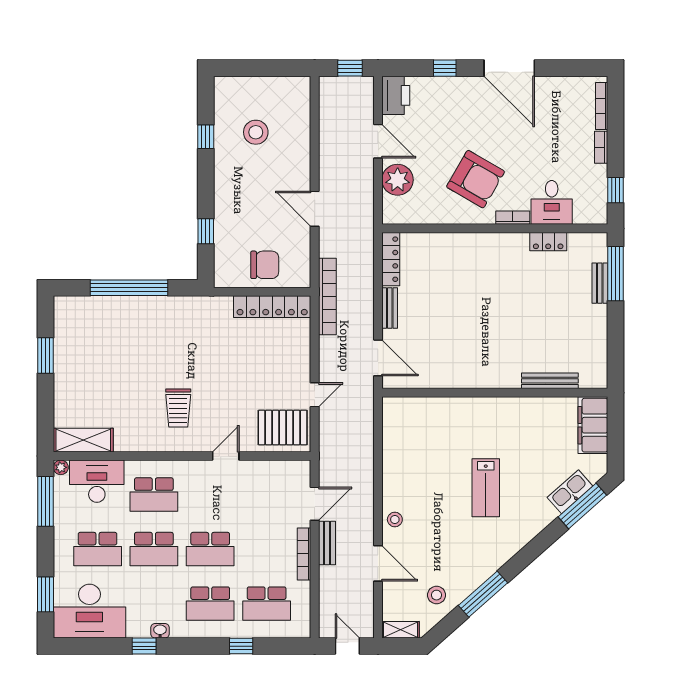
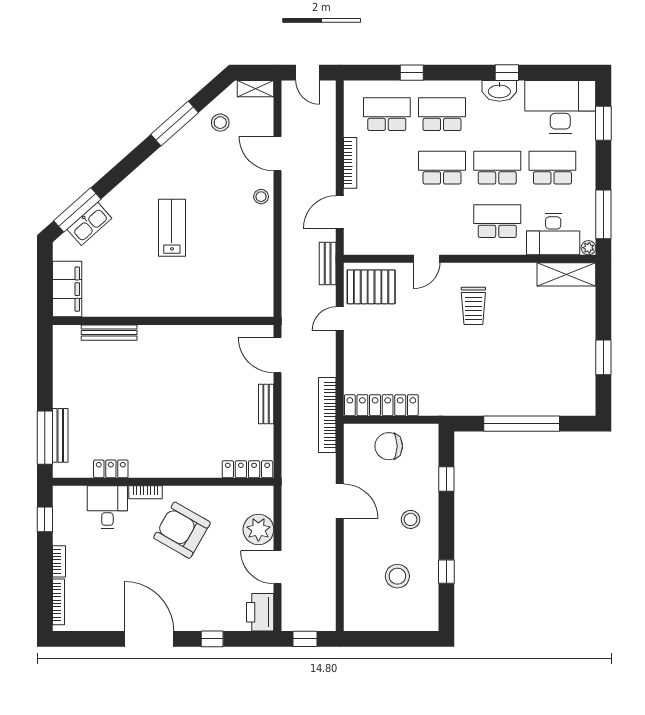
stool: (242, 190) -> (411, 519), added
locker: (391, 259) -> (247, 469), moved, turned 90
bench: (600, 283) -> (60, 435), width x1.36
trolley: (178, 408) -> (473, 306), turned 180
bench: (327, 543) -> (328, 263), moved
washbasin: (160, 631) -> (499, 91), width x1.91, depth x1.45

